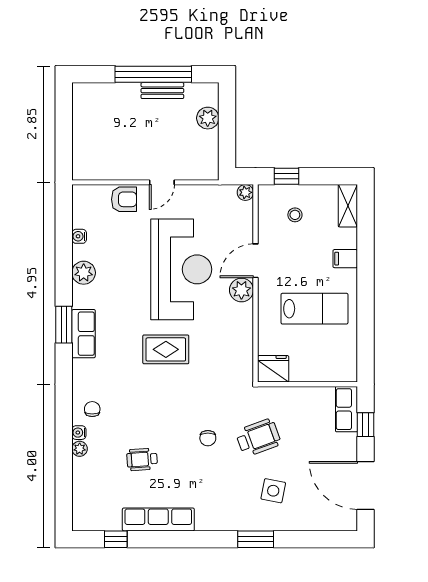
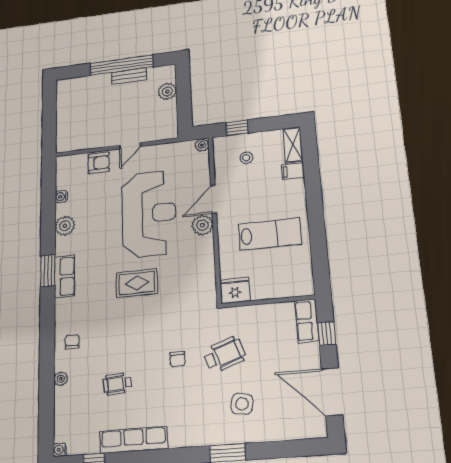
filing cabinet: (345, 259) -> (293, 171), moved
water cooler: (79, 433) -> (60, 450), moved

